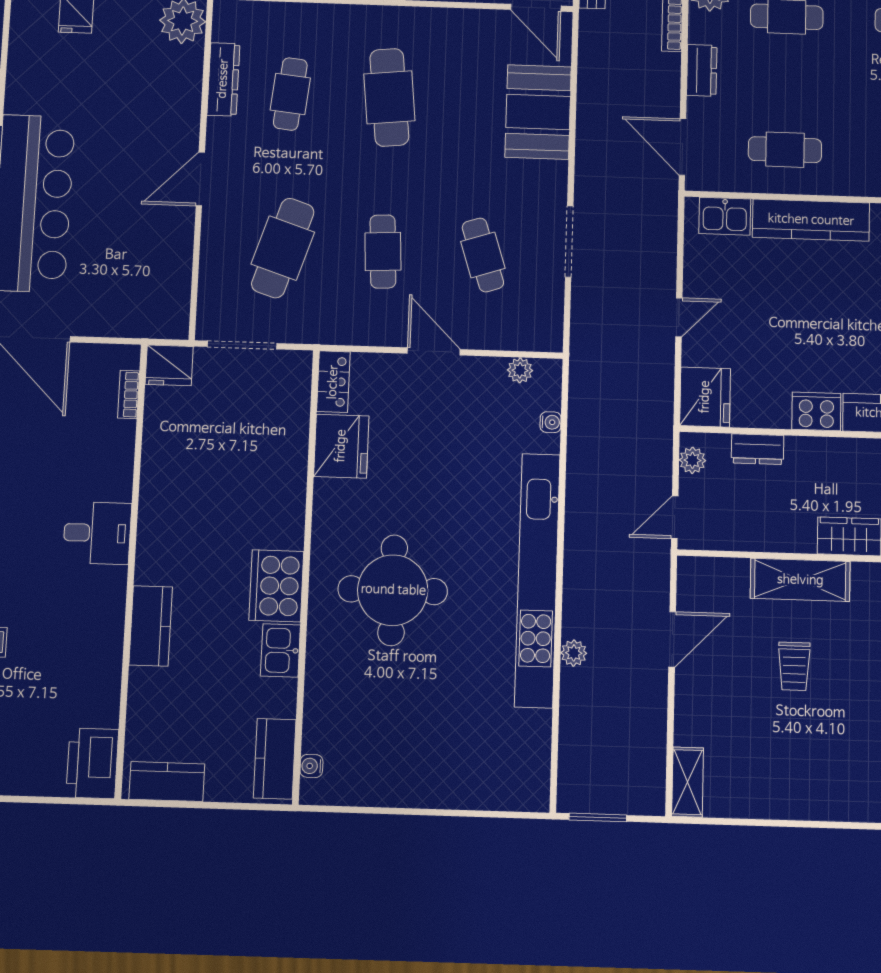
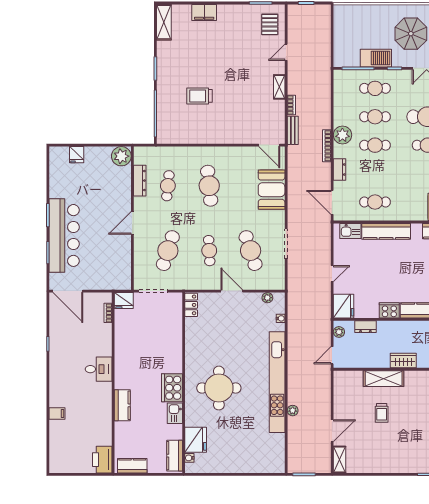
cafe table: (483, 255) -> (251, 251), width x1.37, depth x1.35
fridge: (341, 446) -> (196, 440), moved
door: (672, 639) -> (332, 431), moved

